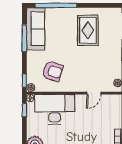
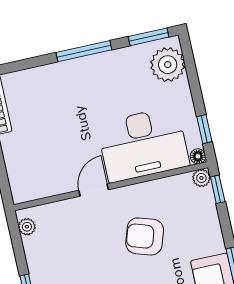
armchair: (53, 71) -> (145, 236), moved
door: (94, 93) -> (94, 190), moved

